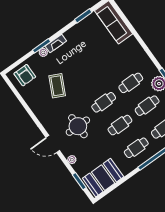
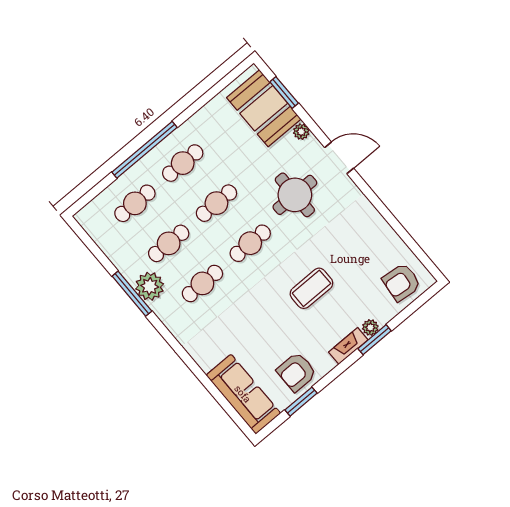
armchair: (84, 32) -> (297, 372), added
armchair: (25, 75) -> (401, 282), turned -84
coffee table: (57, 86) -> (311, 288), moved, turned 64
booth: (103, 178) -> (264, 108), moved, turned 90

